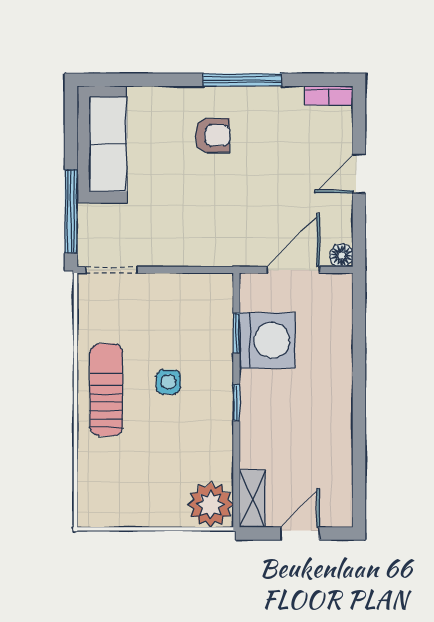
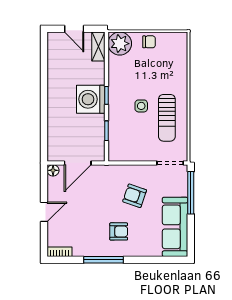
armchair: (213, 135) -> (119, 231), turned 180
armchair: (181, 205) -> (135, 196), added
washing machine: (267, 340) -> (91, 99), moved
sun lounger: (106, 390) -> (167, 118), moved
chair: (153, 508) -> (149, 42), added
door: (300, 533) -> (74, 29), hinge flipped

